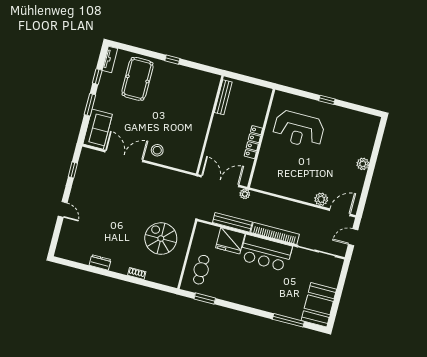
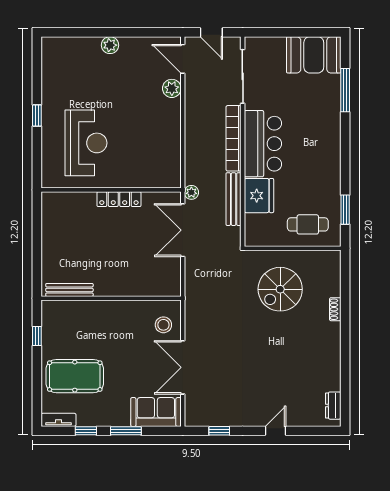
bench: (223, 97) -> (69, 290), moved
wall: (210, 125) -> (111, 298), moved
dresser: (100, 262) -> (333, 406), moved

